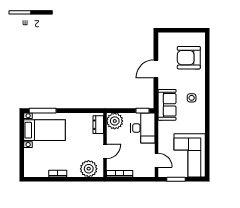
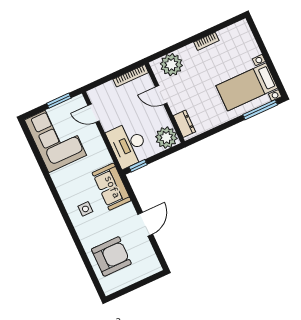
door: (105, 151) -> (161, 95), hinge flipped

